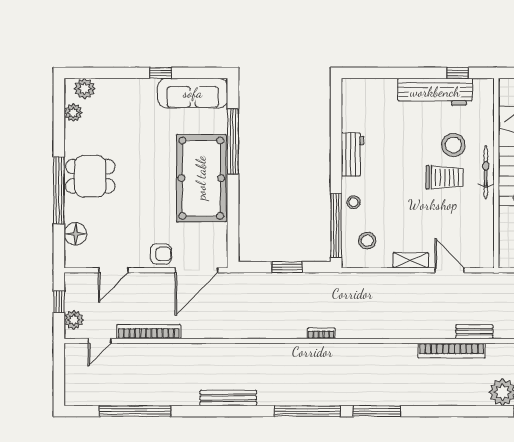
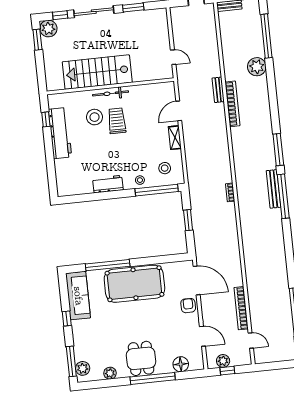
window: (97, 73) -> (71, 361), added
plant: (73, 113) -> (110, 373), moved
plant: (74, 320) -> (223, 361), moved
bench: (228, 398) -> (274, 189), moved

